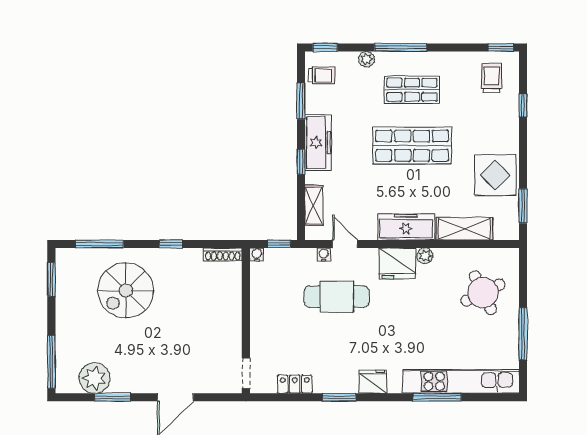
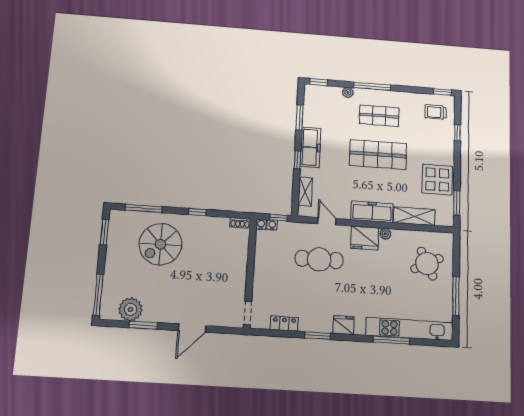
trolley: (322, 75) -> (315, 101), removed
trolley: (492, 78) -> (436, 112), turned -90
shoe rack: (223, 254) -> (240, 223), width x0.70
water cooler: (324, 254) -> (272, 225), moved

